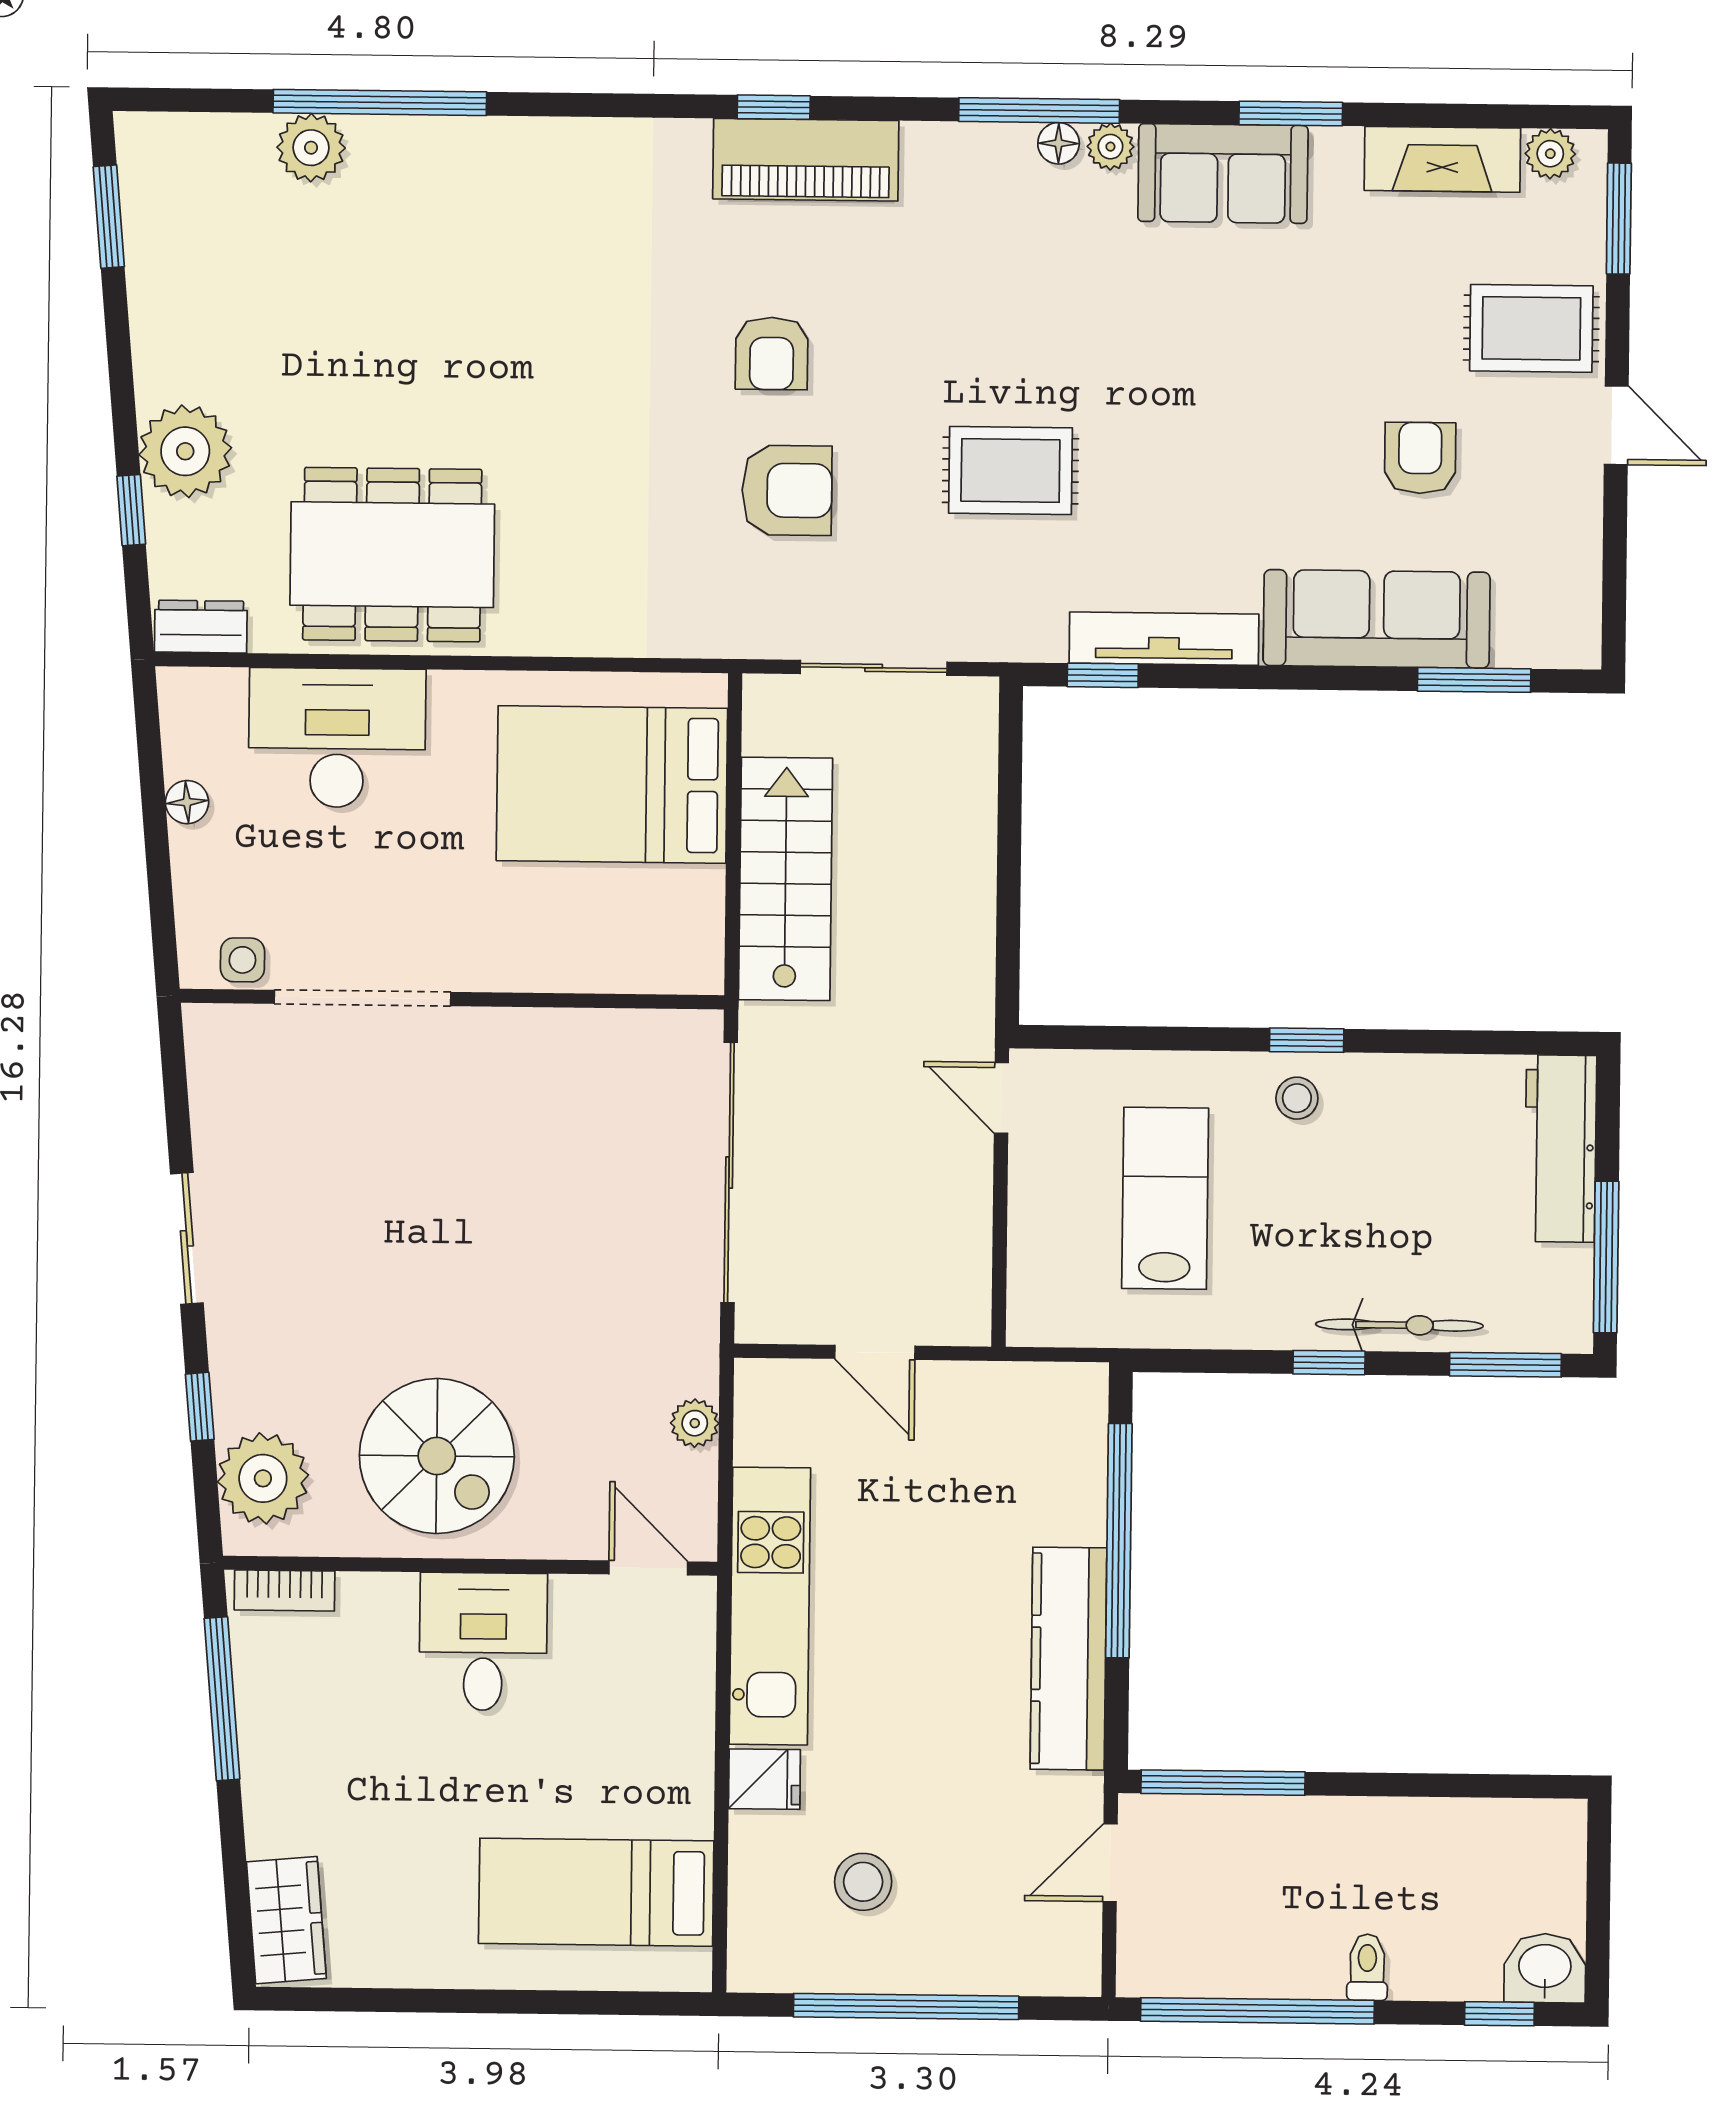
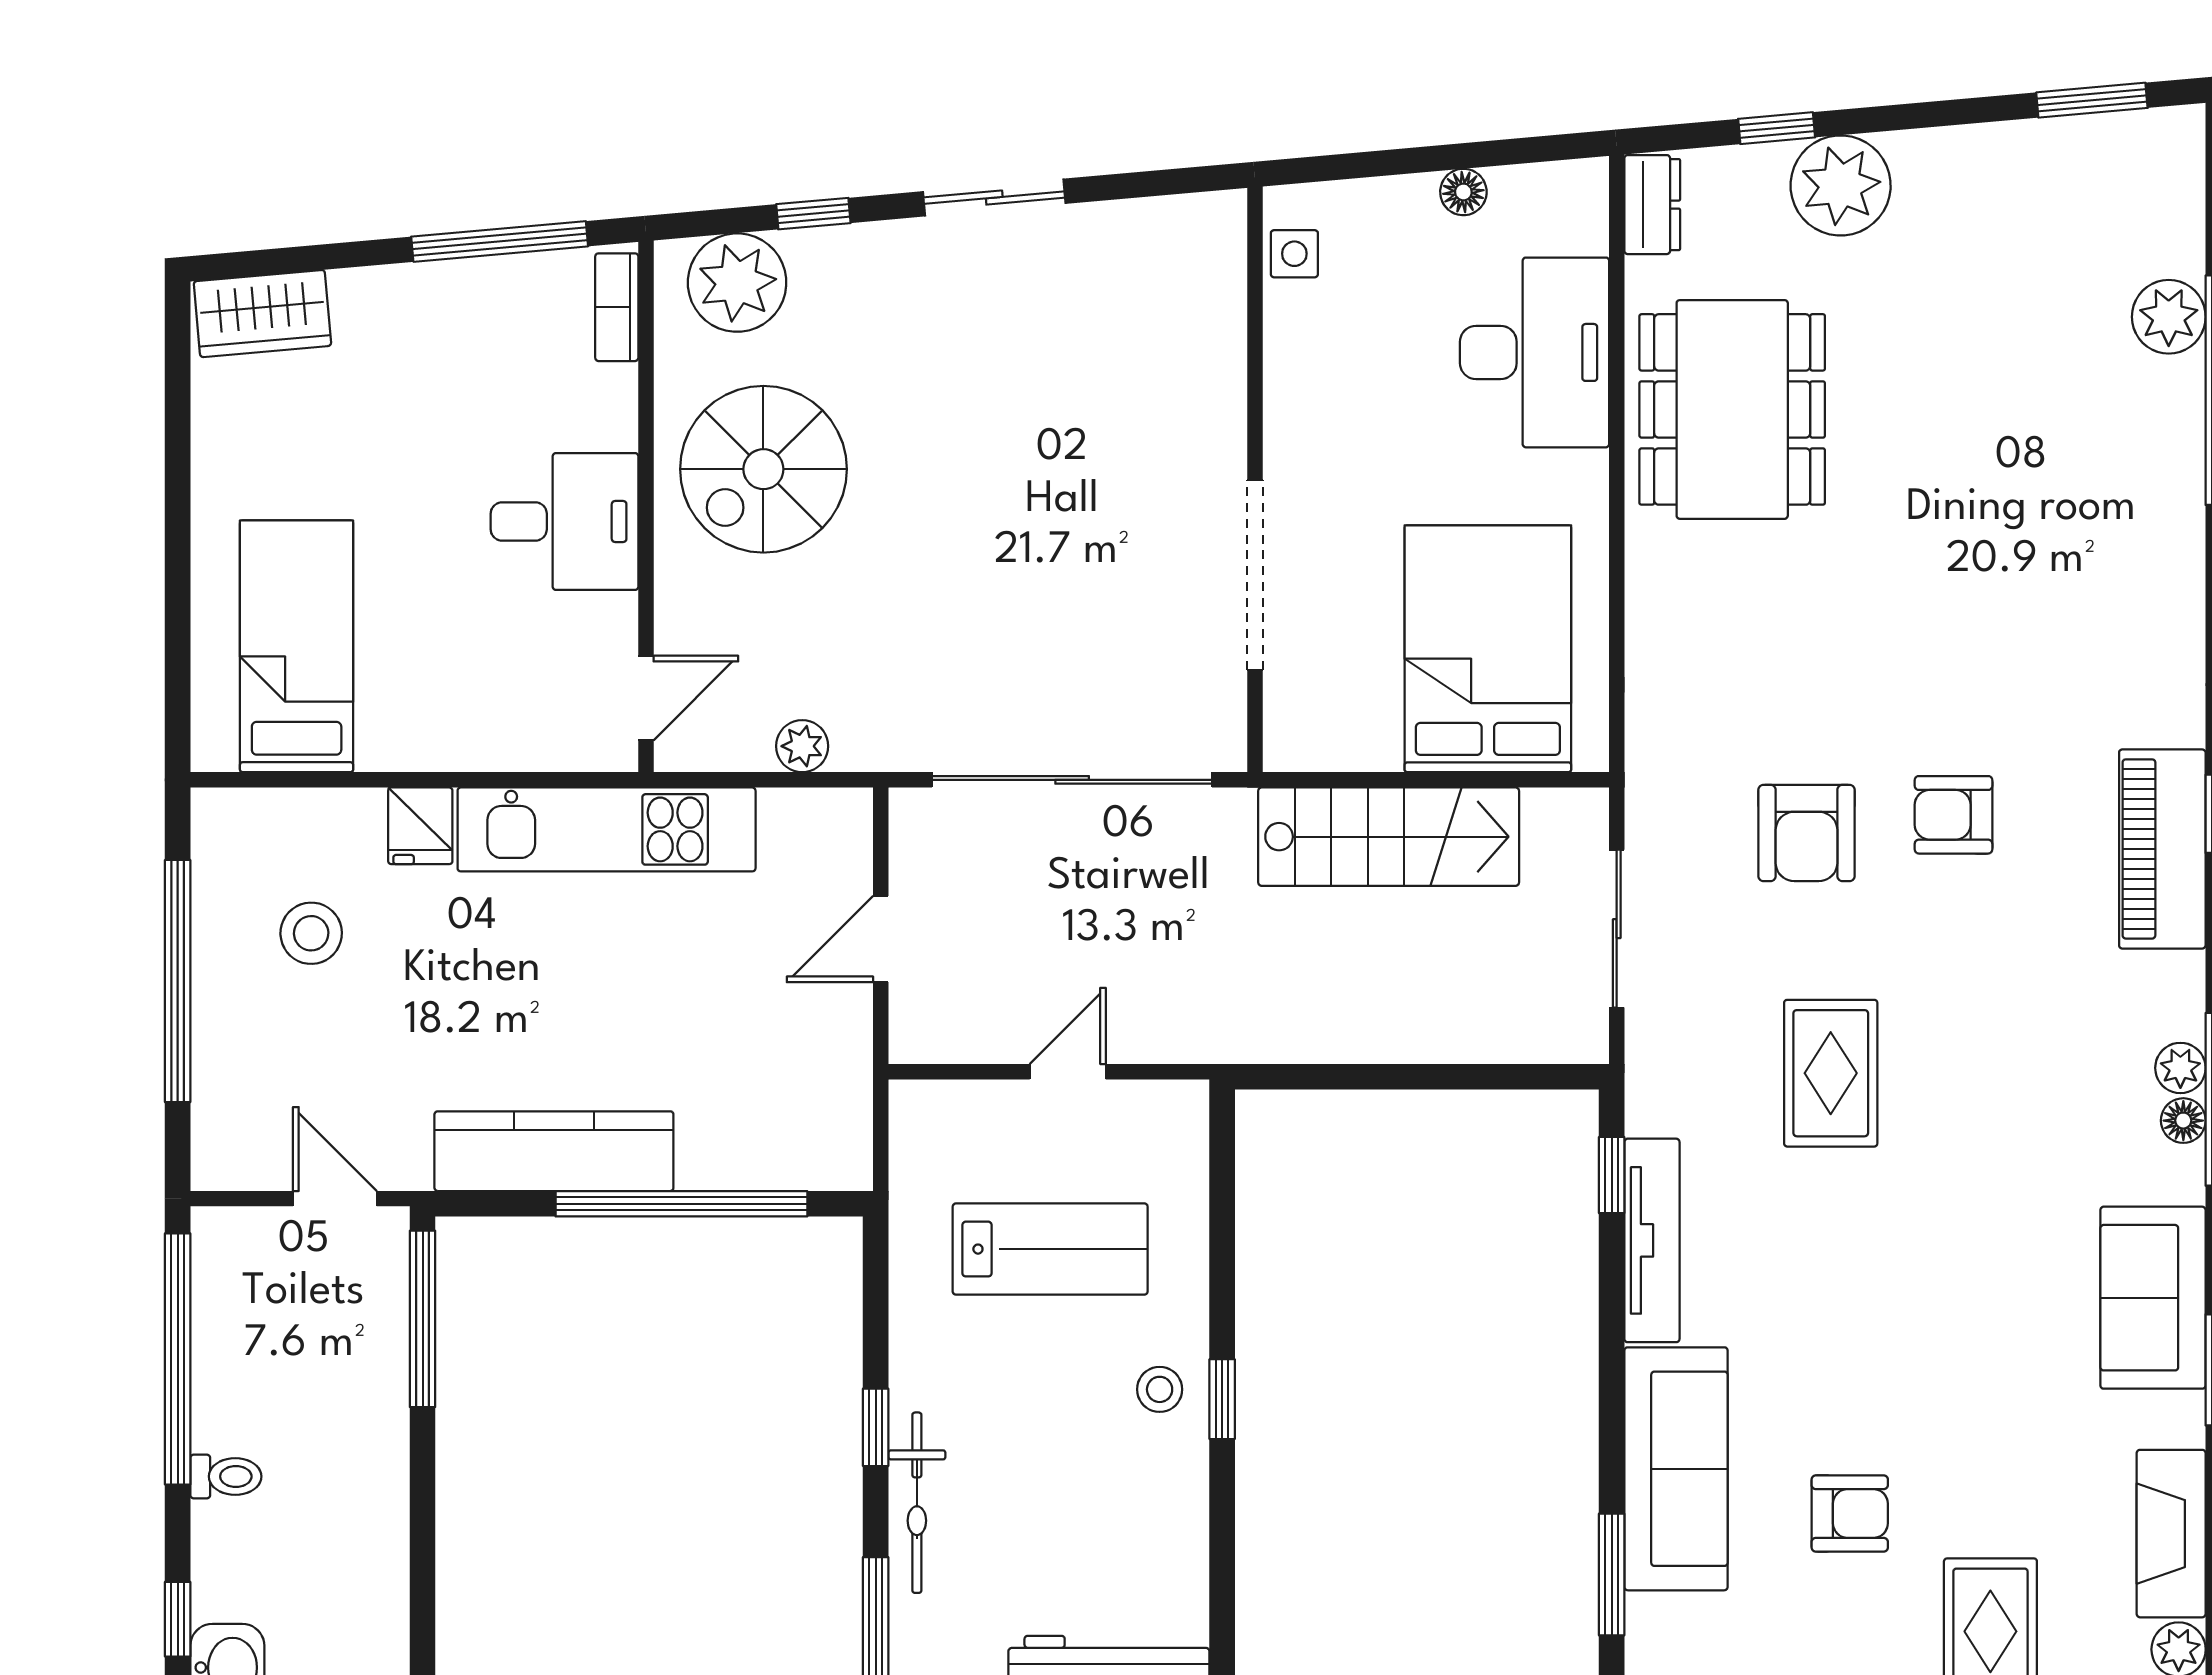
plant: (1110, 147) -> (2180, 1068), moved
doorway: (362, 998) -> (1255, 575), moved
door: (1001, 1098) -> (1068, 1072), moved

